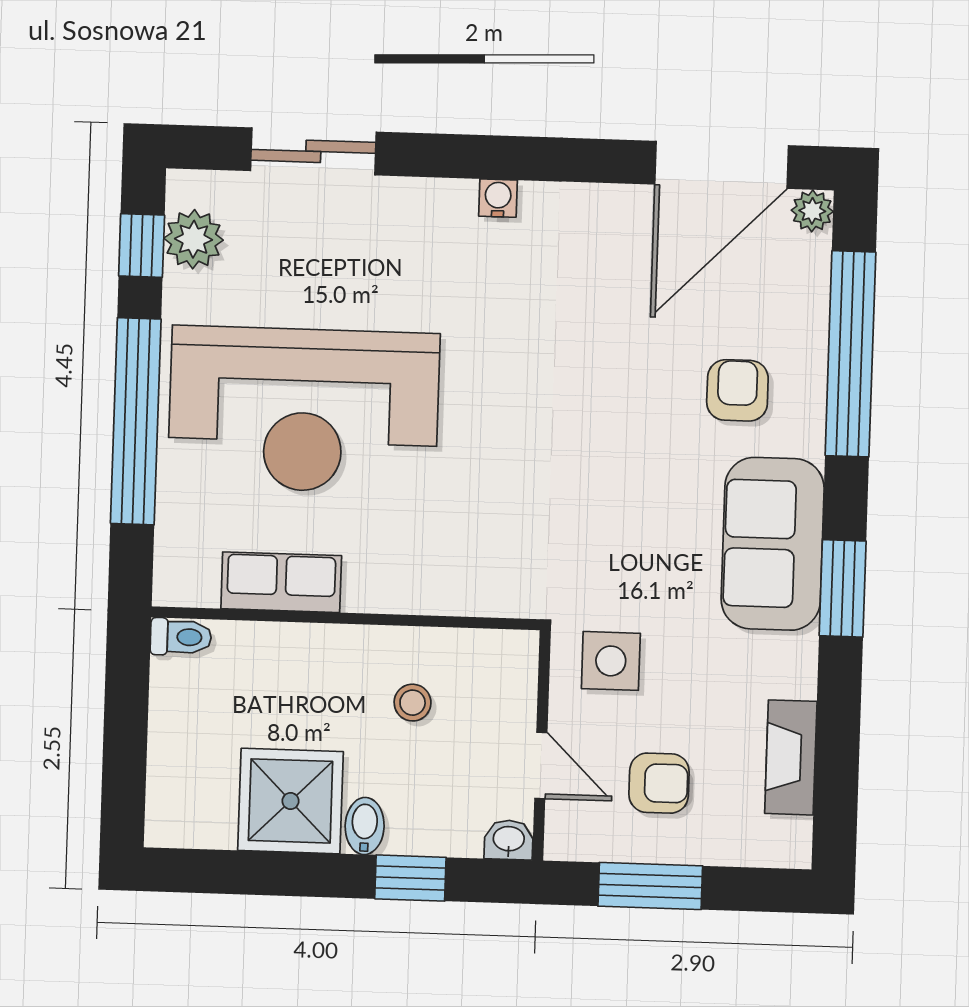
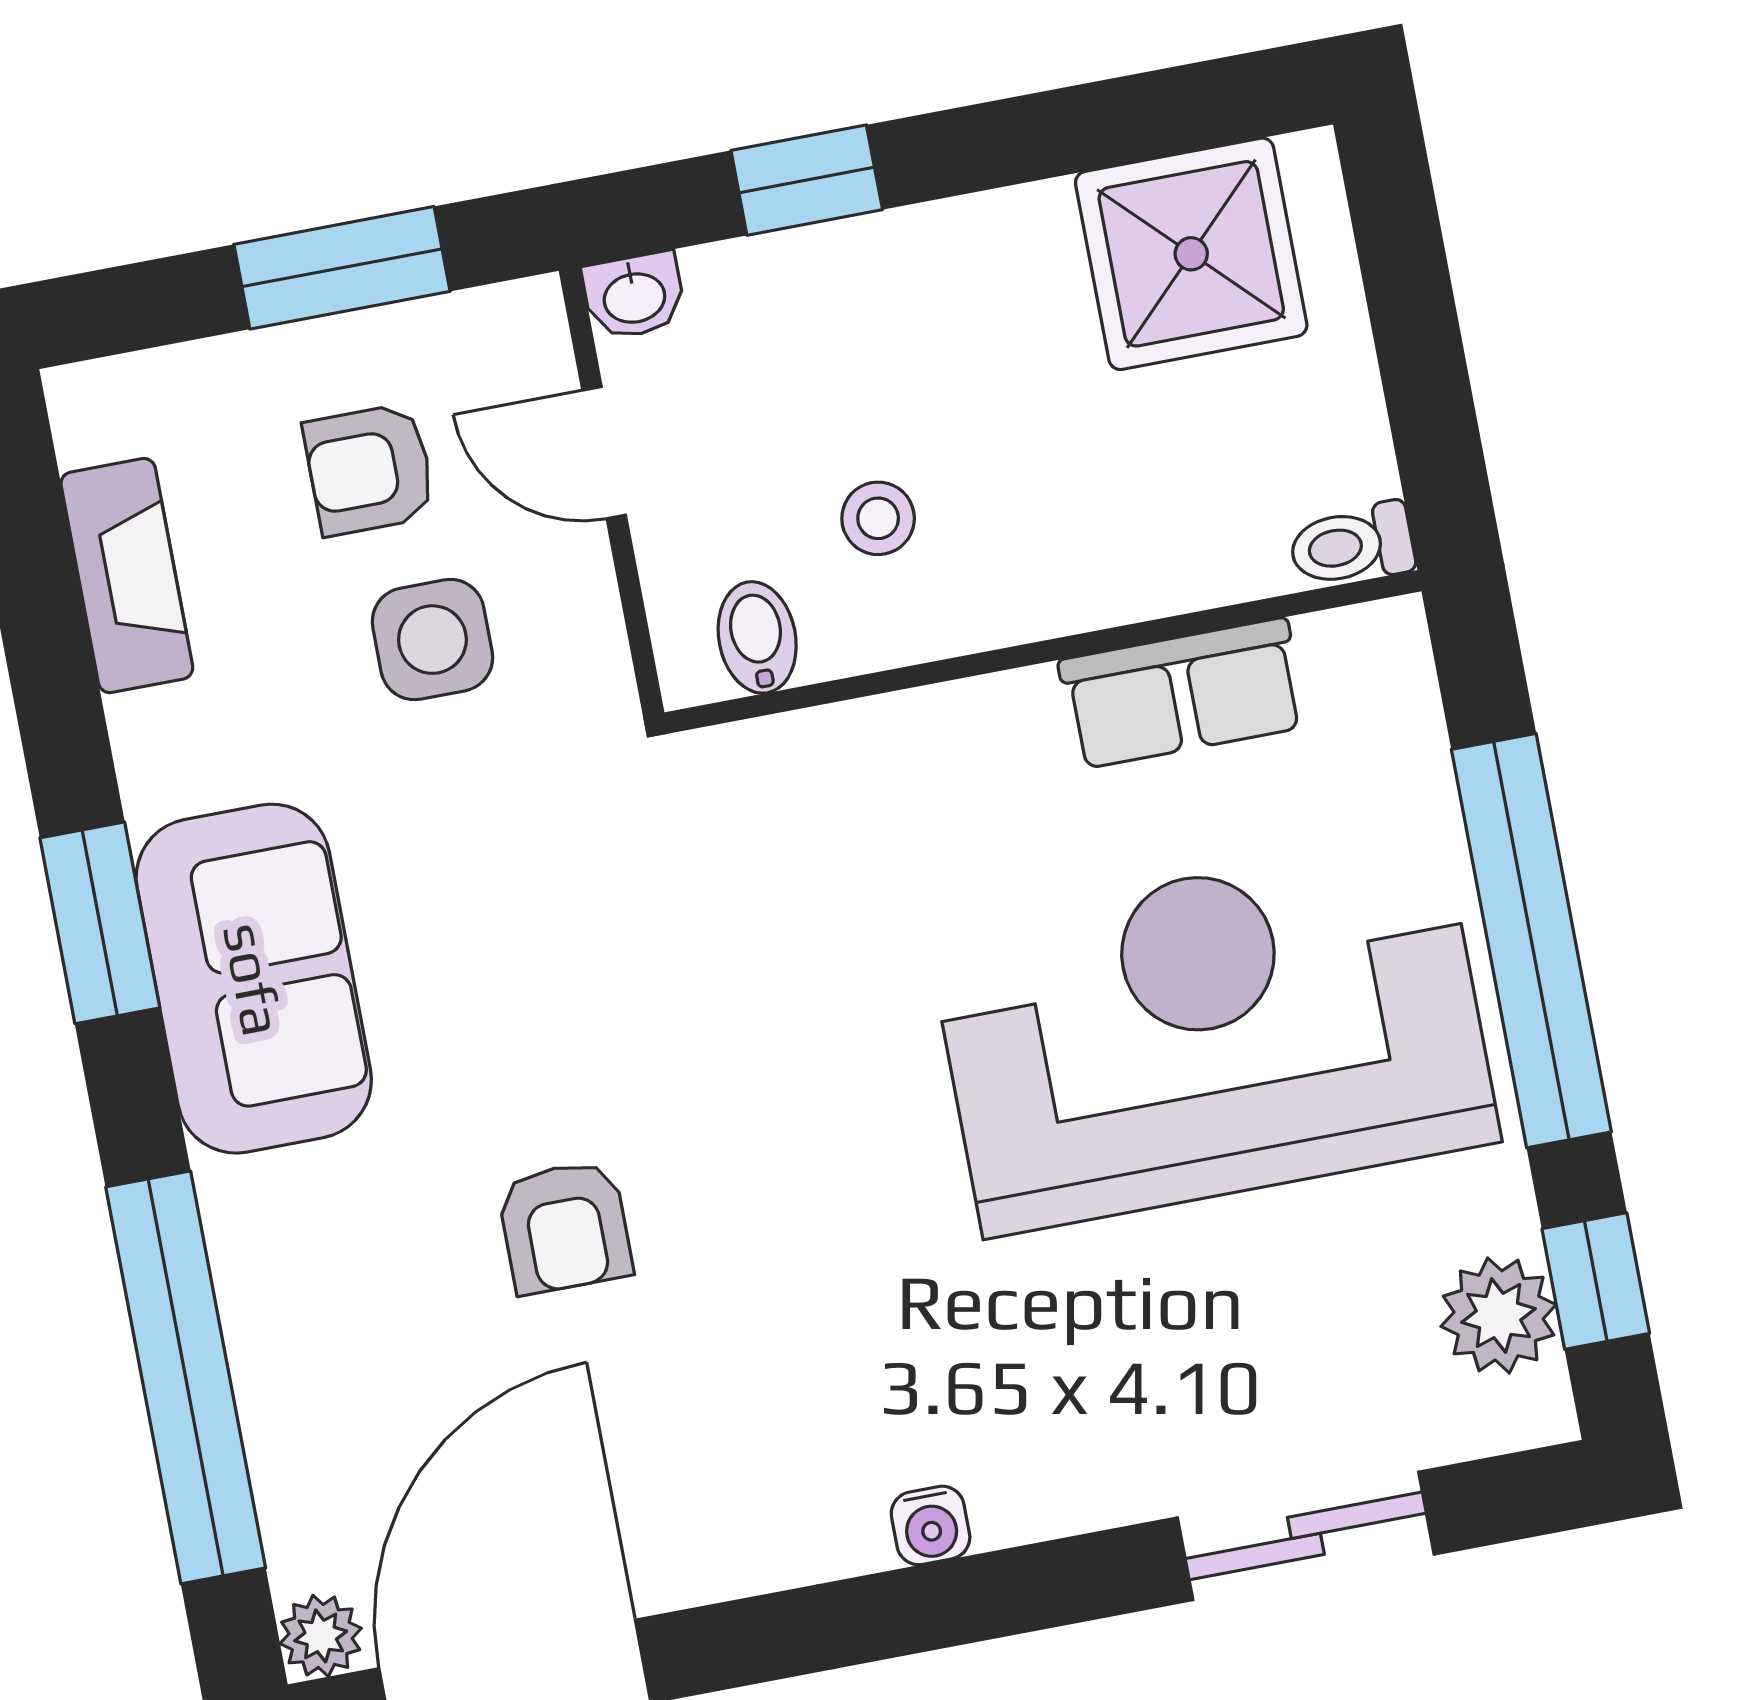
armchair: (737, 390) -> (565, 1227), moved
side table: (611, 661) -> (432, 640), moved
shower: (291, 801) -> (1191, 254), moved
bidet: (365, 826) -> (757, 637), moved, turned 180

